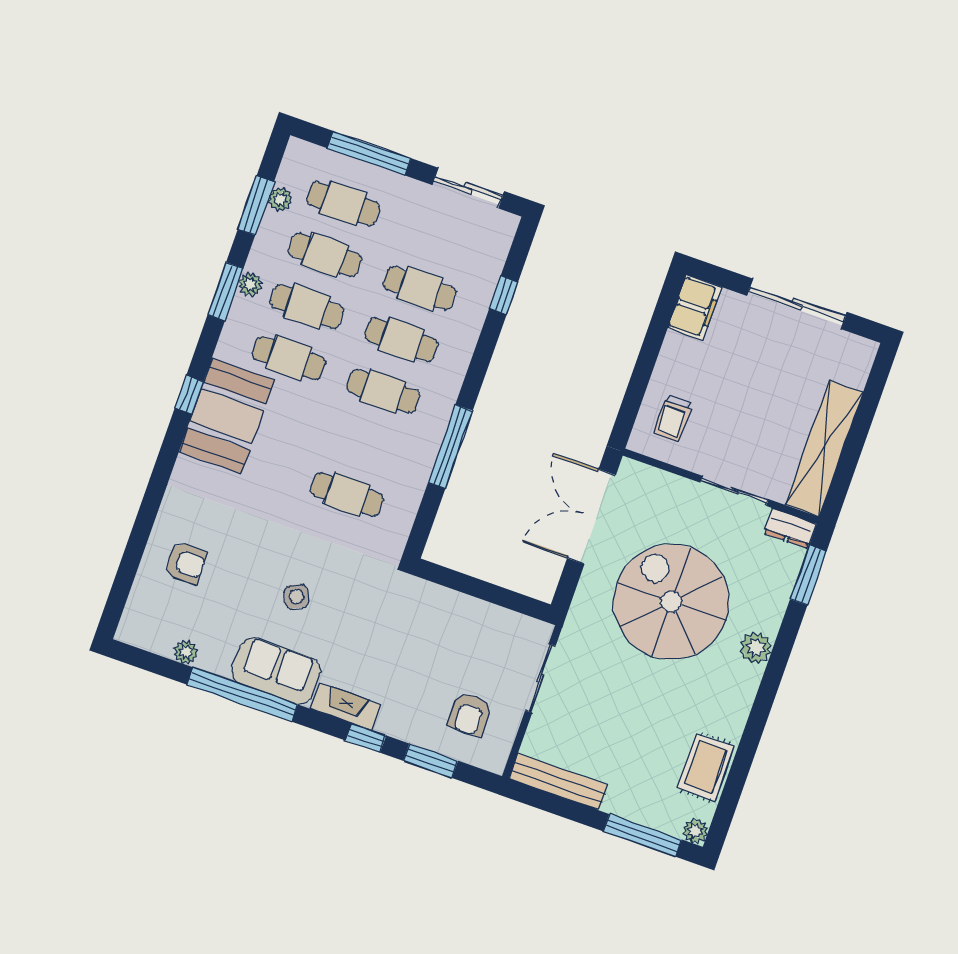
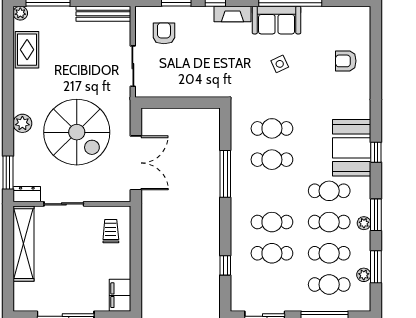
cafe table: (383, 391) -> (272, 160), moved
plant: (186, 652) -> (329, 13), removed

